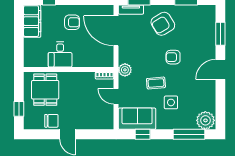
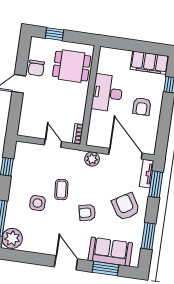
door: (116, 31) -> (125, 154), hinge flipped
desk: (60, 54) -> (107, 93), width x1.37
armchair: (173, 57) -> (87, 213), turned -103
plant: (125, 70) -> (92, 159), moved
door: (116, 96) -> (53, 143), hinge flipped
sofa: (137, 119) -> (110, 252), moved, turned -90

